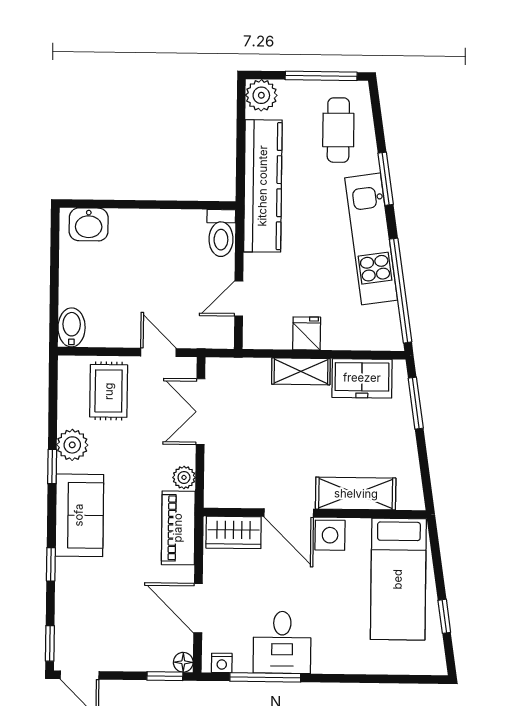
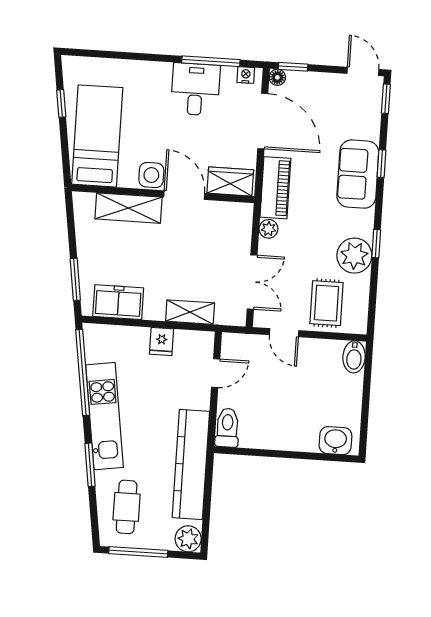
shelving: (301, 371) -> (190, 312), moved
plant: (72, 445) -> (354, 256), width x1.36, depth x1.36
sofa: (79, 515) -> (358, 174), moved
door: (198, 608) -> (263, 121), width x1.36

